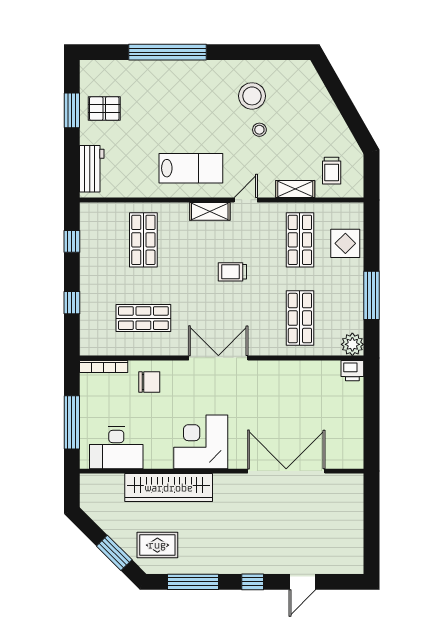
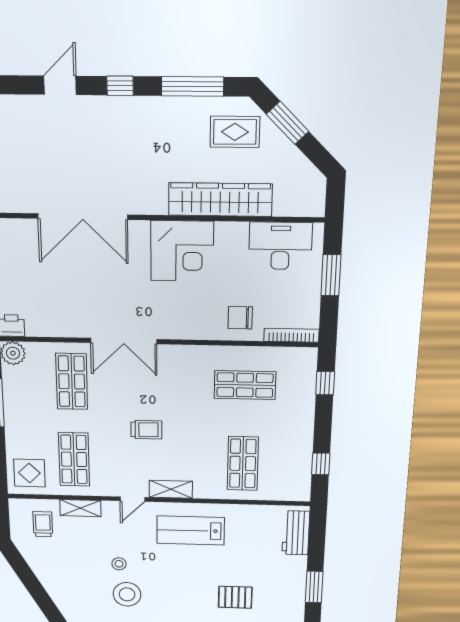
pallet: (104, 109) -> (235, 597), moved
display table: (345, 243) -> (29, 473), moved
window: (72, 303) -> (325, 383), moved
double door: (218, 358) -> (124, 341), moved
window: (72, 422) -> (331, 275), width x0.69

